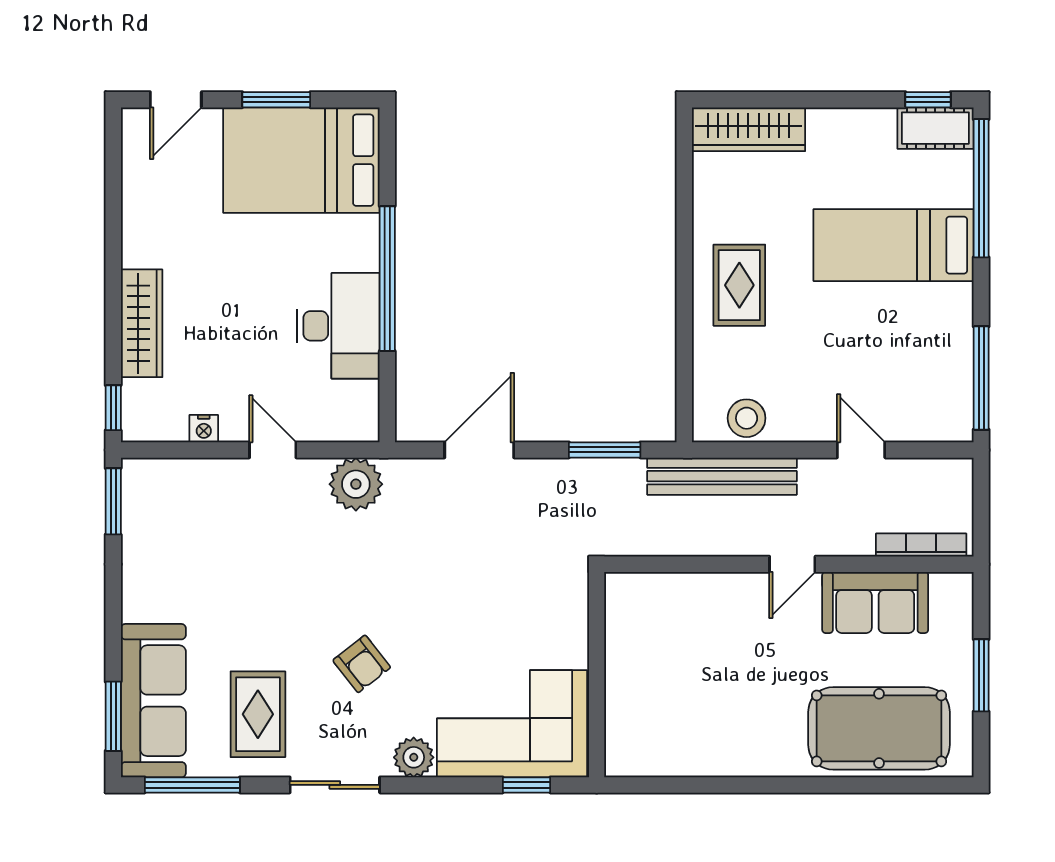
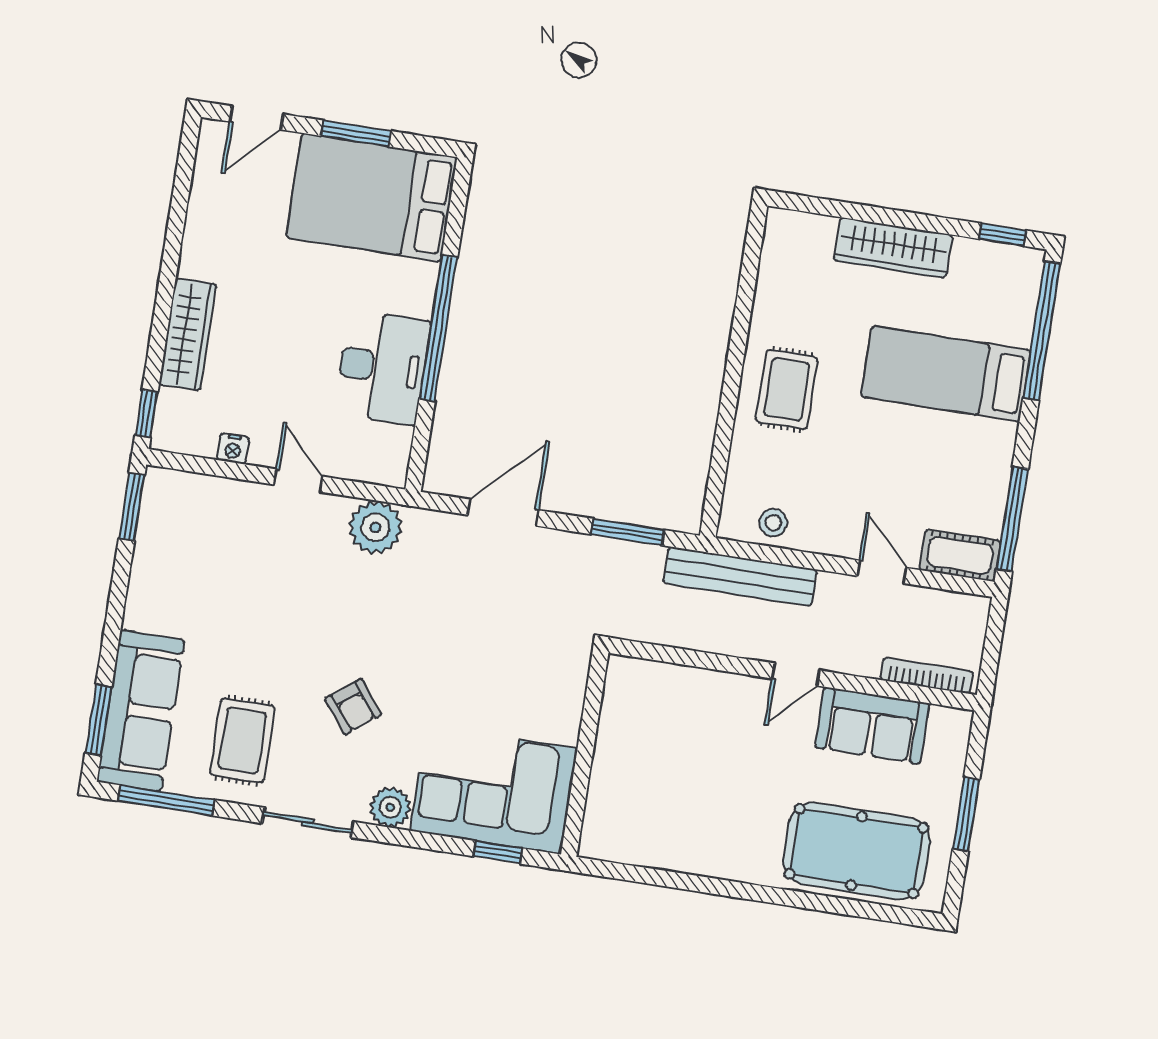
cot: (935, 128) -> (960, 555), moved
wardrobe: (748, 129) -> (893, 248), moved
stool: (747, 418) -> (773, 523), width x0.73, depth x0.73

